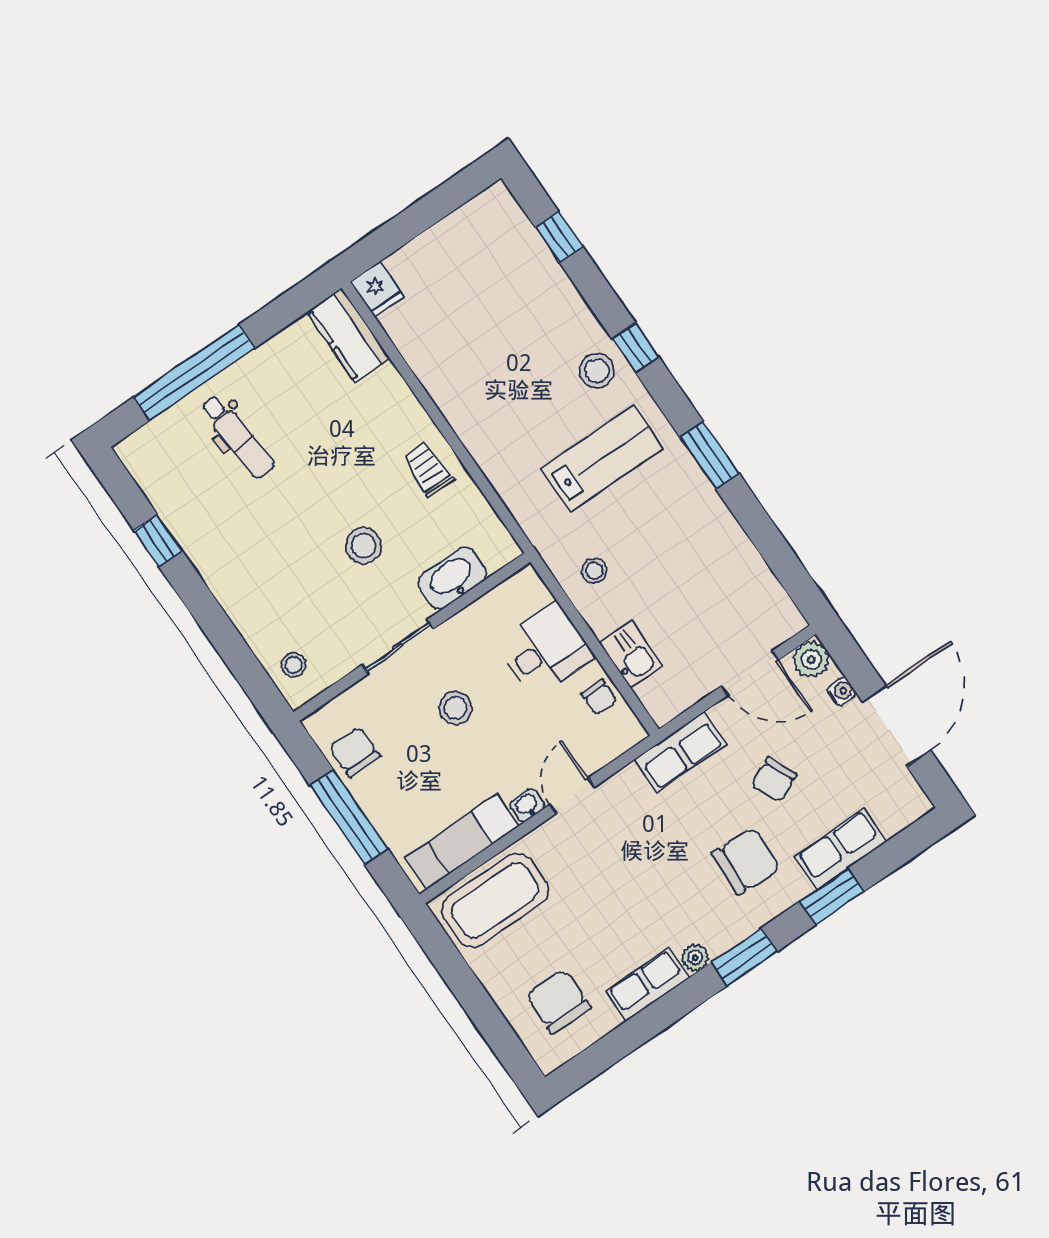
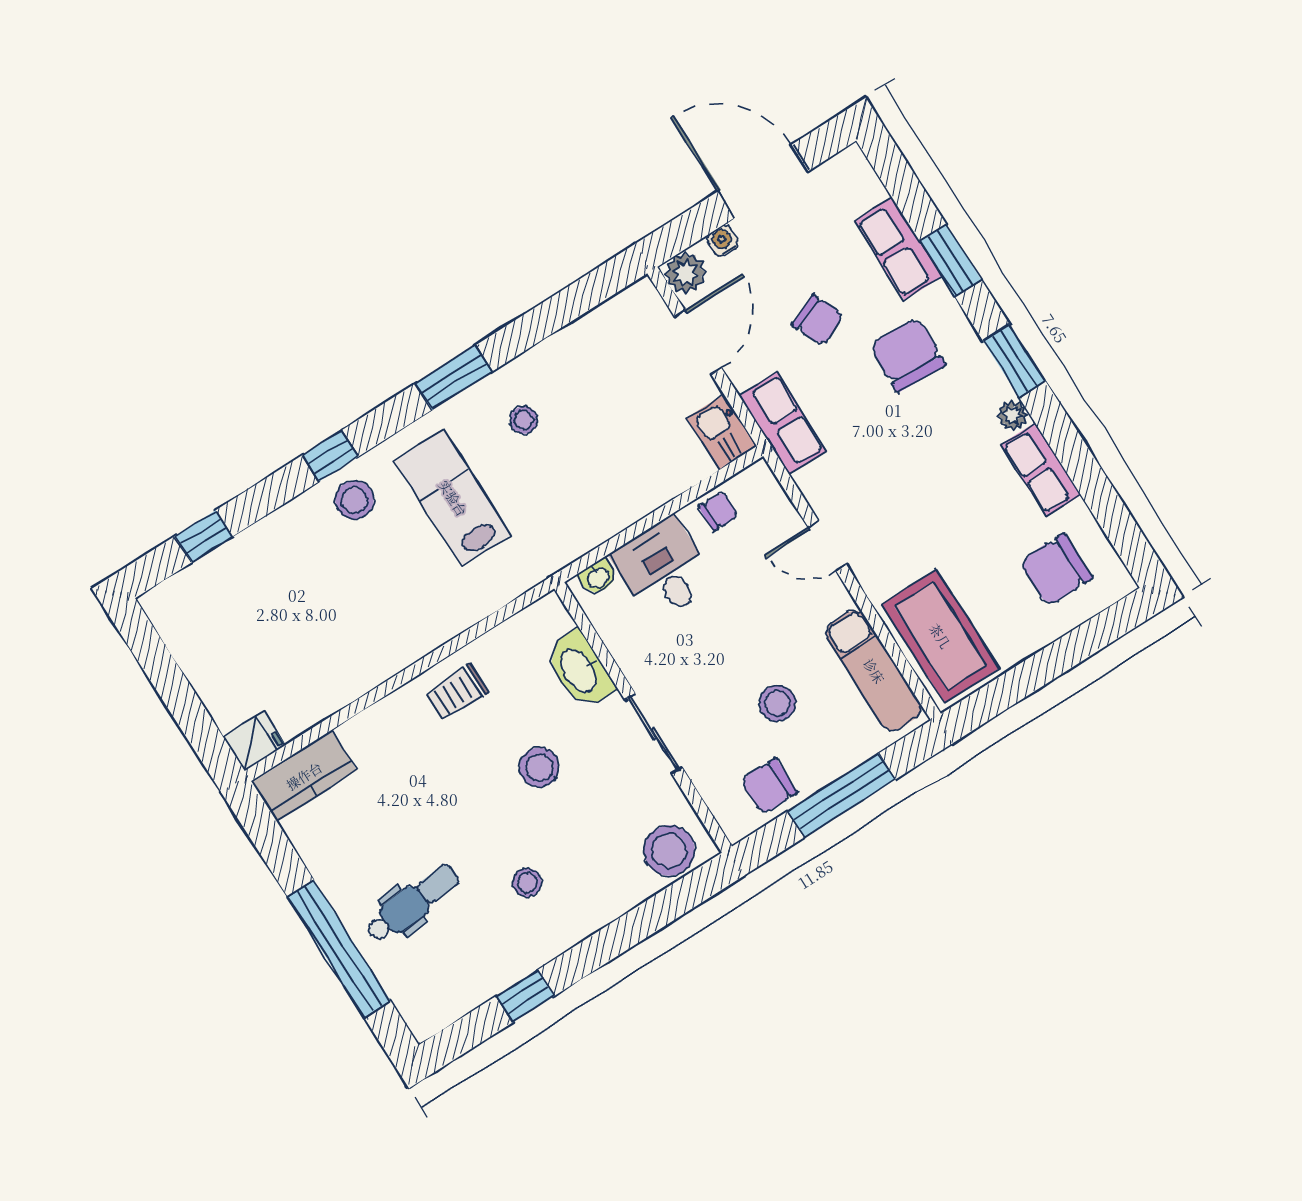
stool: (260, 539) -> (527, 883), added
stool: (594, 571) -> (524, 420), moved
kitchen sink: (631, 654) -> (722, 432), moved, turned -90
stool: (294, 665) -> (669, 851), width x1.89, depth x1.89
stool: (455, 708) -> (777, 703), moved
washbasin: (527, 805) -> (598, 577), moved, turned -90

